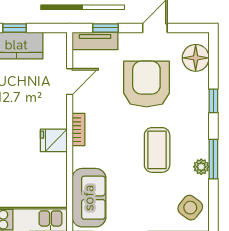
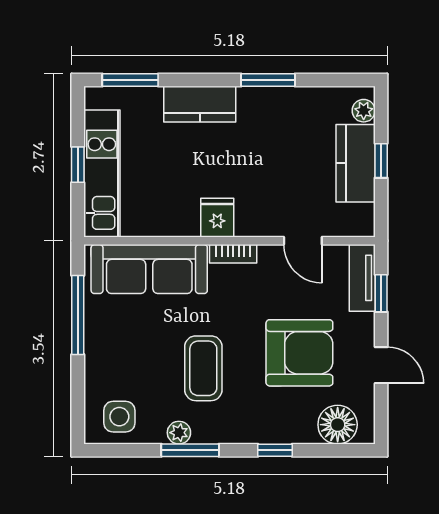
coffee table: (157, 150) -> (203, 368), turned 90
sofa: (89, 198) -> (149, 269), width x1.36
side table: (190, 208) -> (119, 417), turned -37

